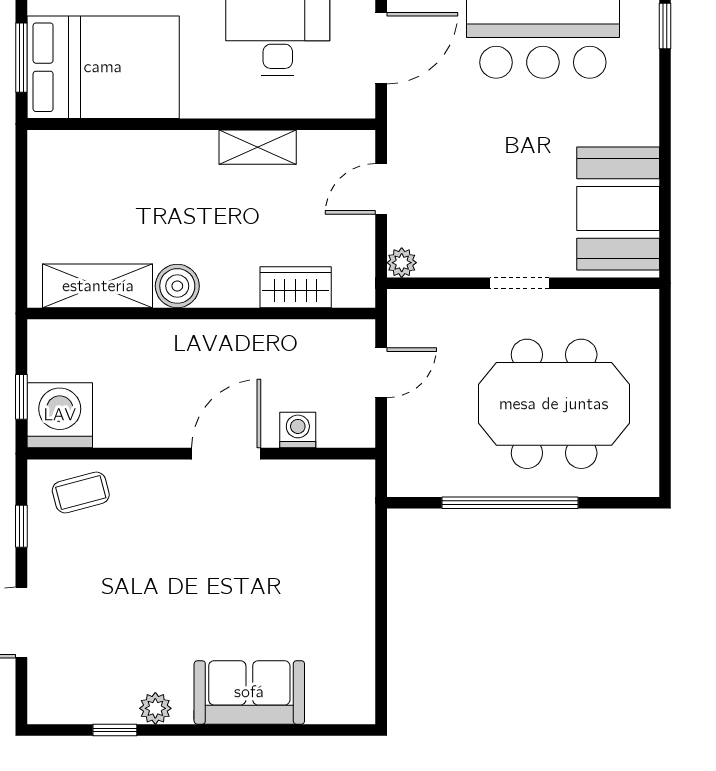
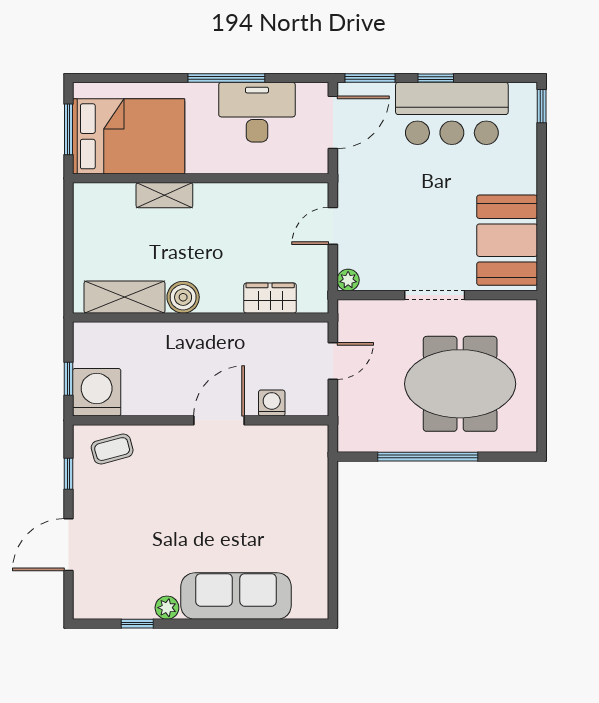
shelving: (258, 147) -> (164, 195), moved
doorway: (519, 283) -> (435, 295), width x1.38
sofa: (249, 692) -> (236, 596), width x1.36

